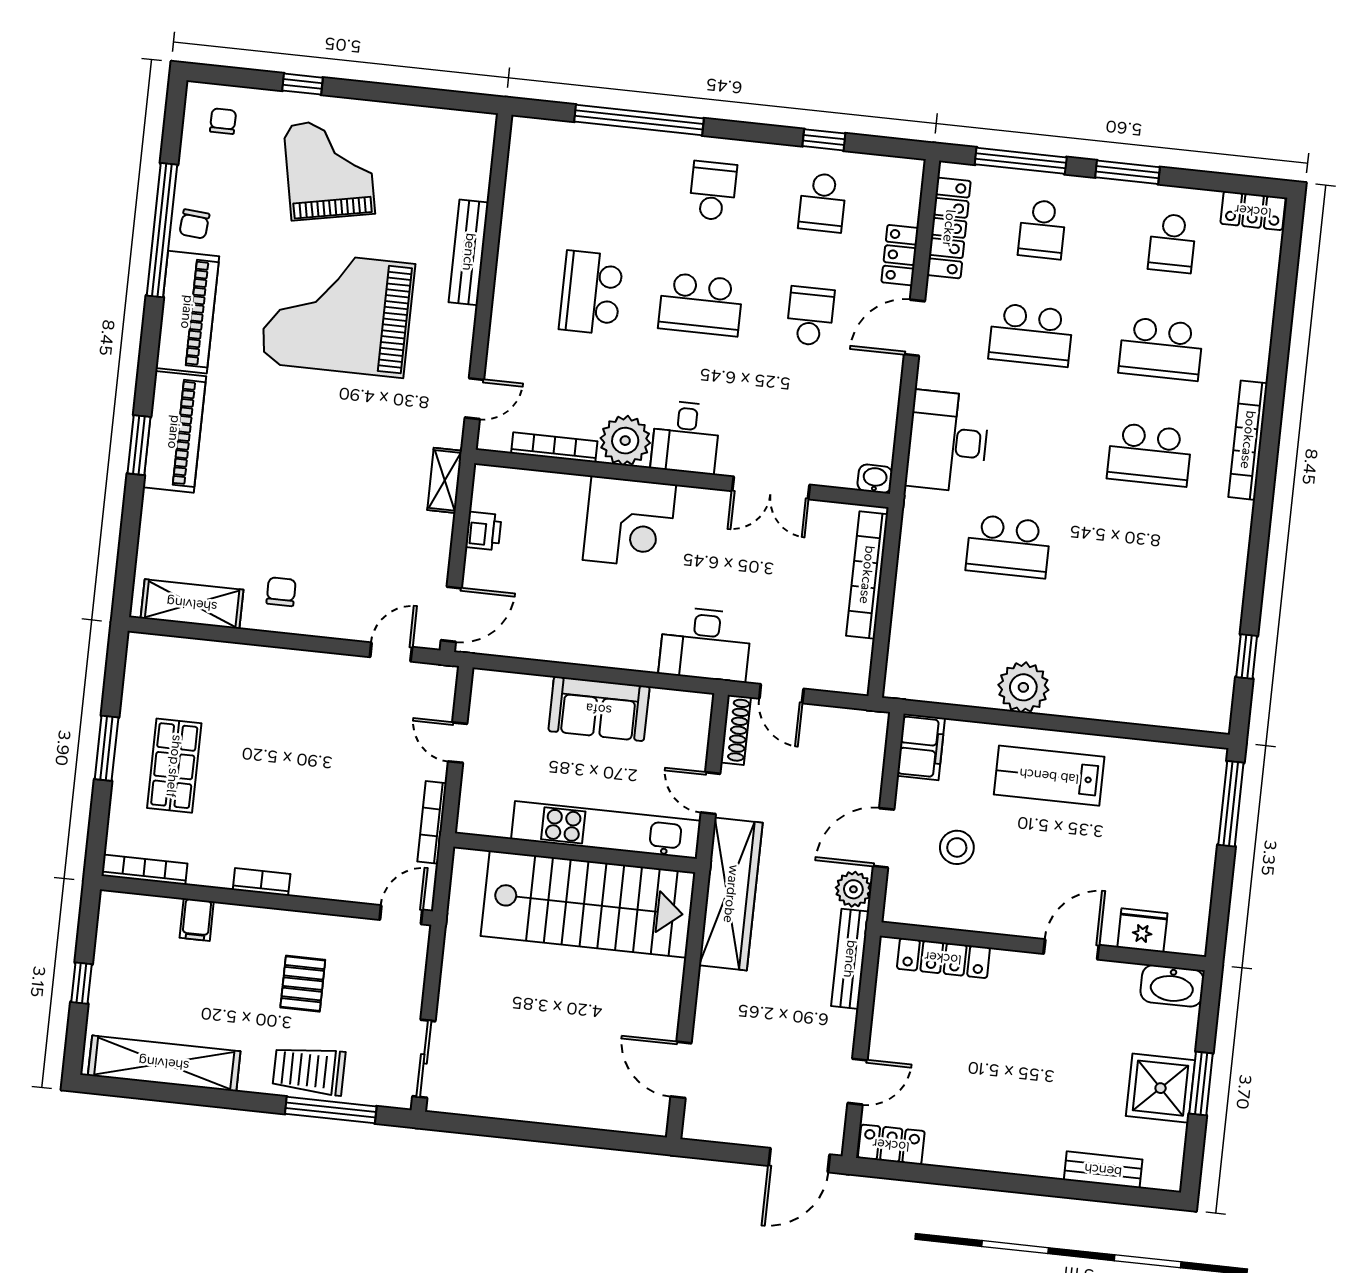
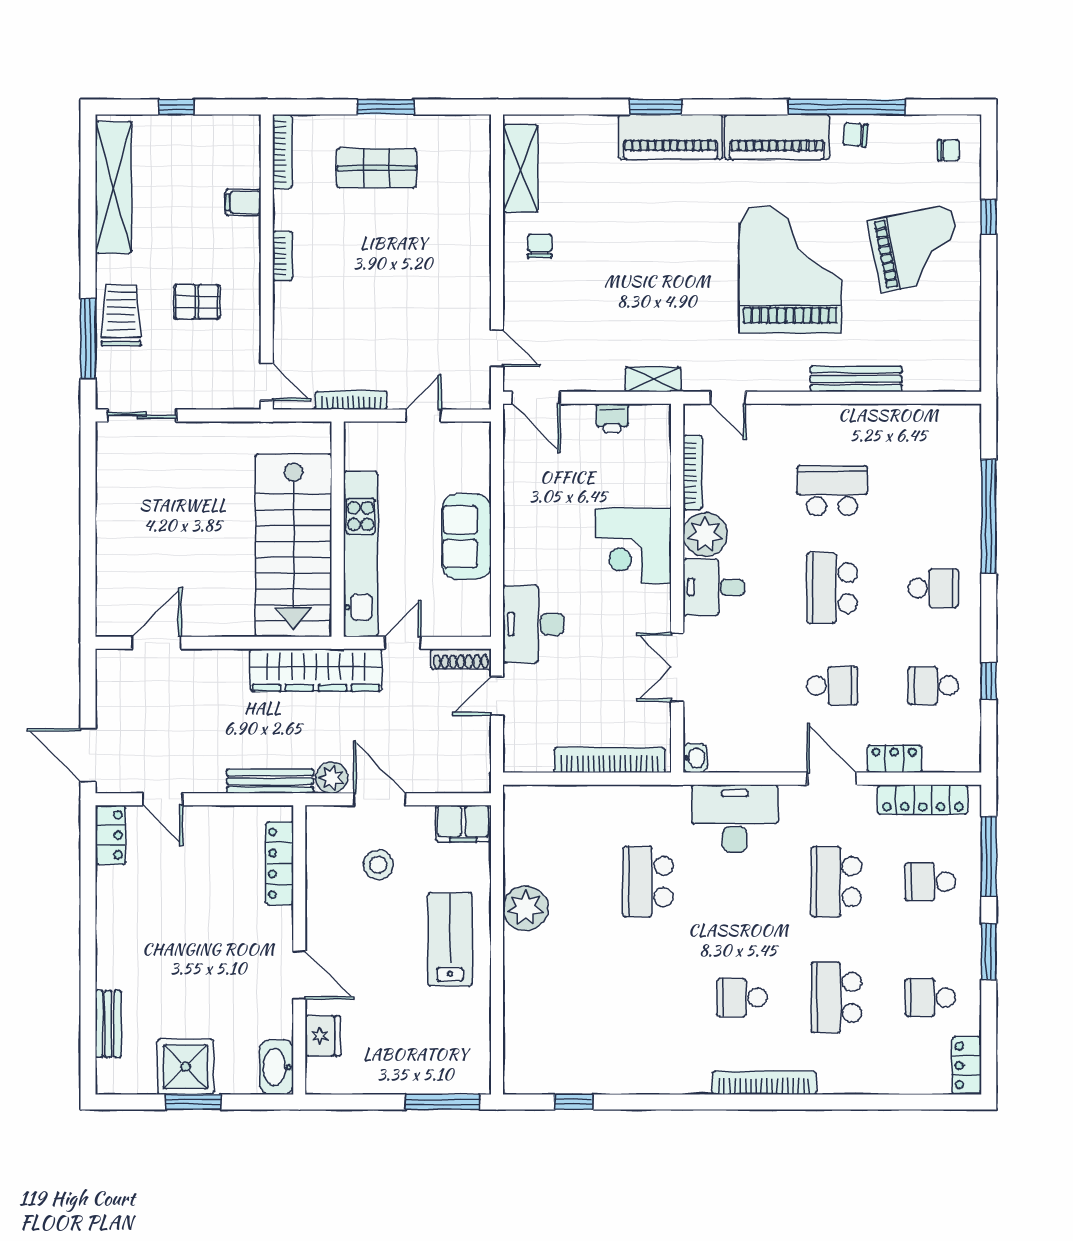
school desk: (1150, 455) -> (742, 997), width x0.54
chair: (281, 592) -> (540, 246), turned -90

